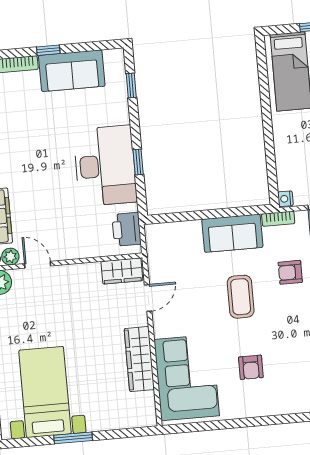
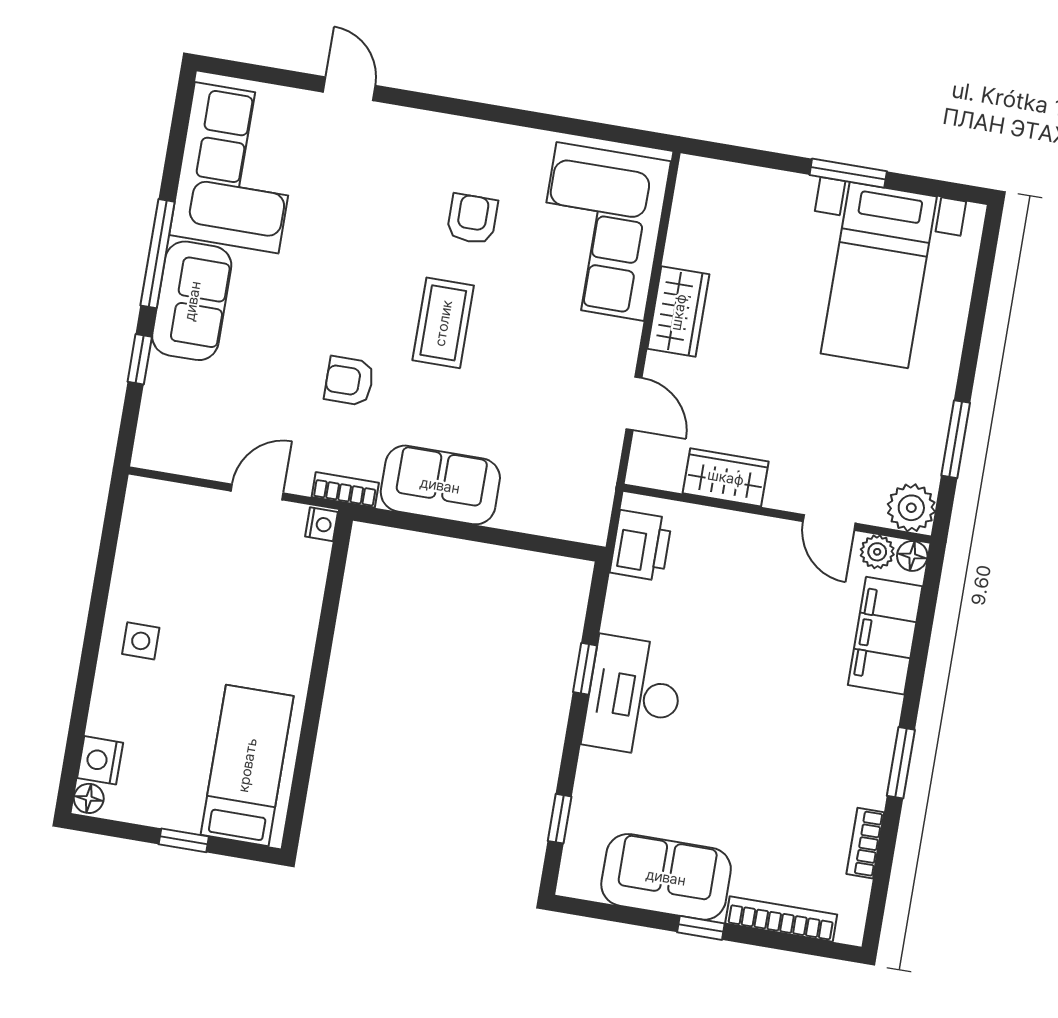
desk: (105, 166) -> (634, 696), width x0.73, depth x0.77
wardrobe: (122, 271) -> (726, 477), moved
armchair: (290, 272) -> (349, 381), turned 180
coffee table: (241, 297) -> (443, 323), moved
door: (148, 298) -> (634, 403), swing flipped
wardrobe: (139, 359) -> (678, 312), width x0.67

